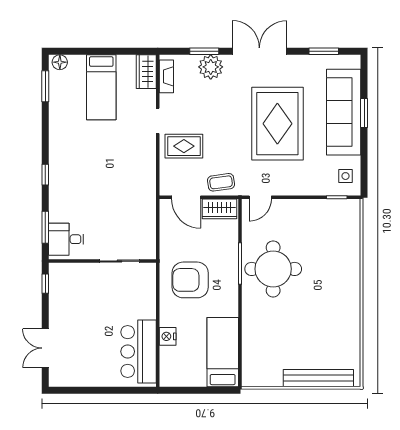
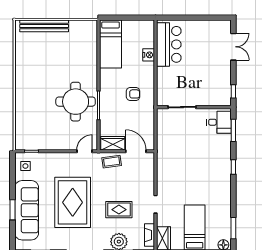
rug: (184, 146) -> (119, 210), moved
armchair: (190, 280) -> (133, 94), width x0.53, depth x0.53

